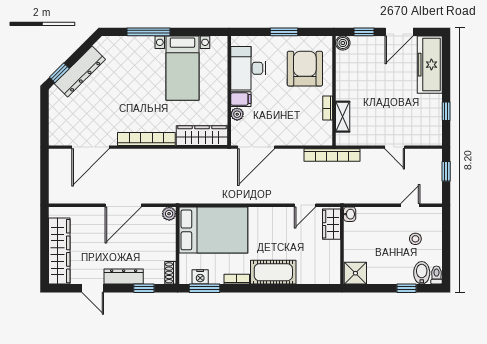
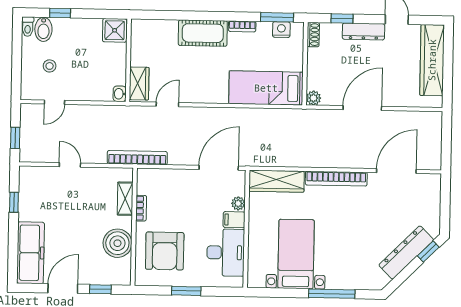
boiler: (343, 43) -> (117, 243), moved, width x1.86, depth x1.86
bed: (213, 230) -> (266, 88), width x0.67

